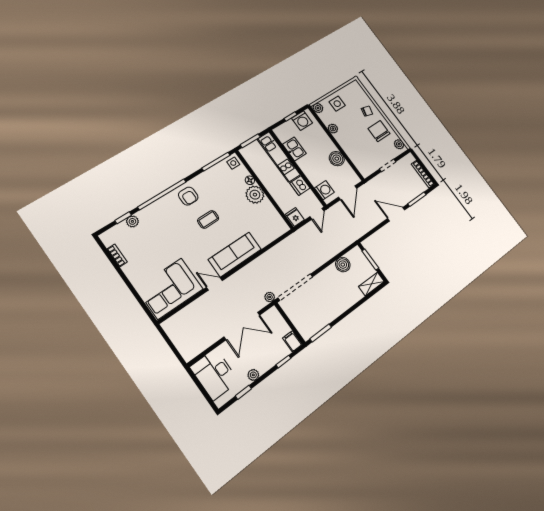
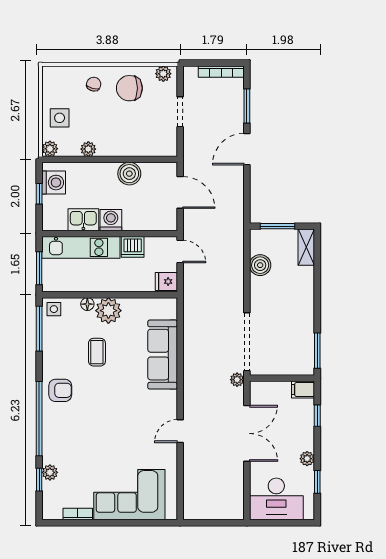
washing machine: (324, 190) -> (111, 220), moved
coffee table: (208, 219) -> (97, 352), moved
sofa: (235, 254) -> (163, 355), moved
corner sofa: (170, 289) -> (129, 495), moved, turned 90

